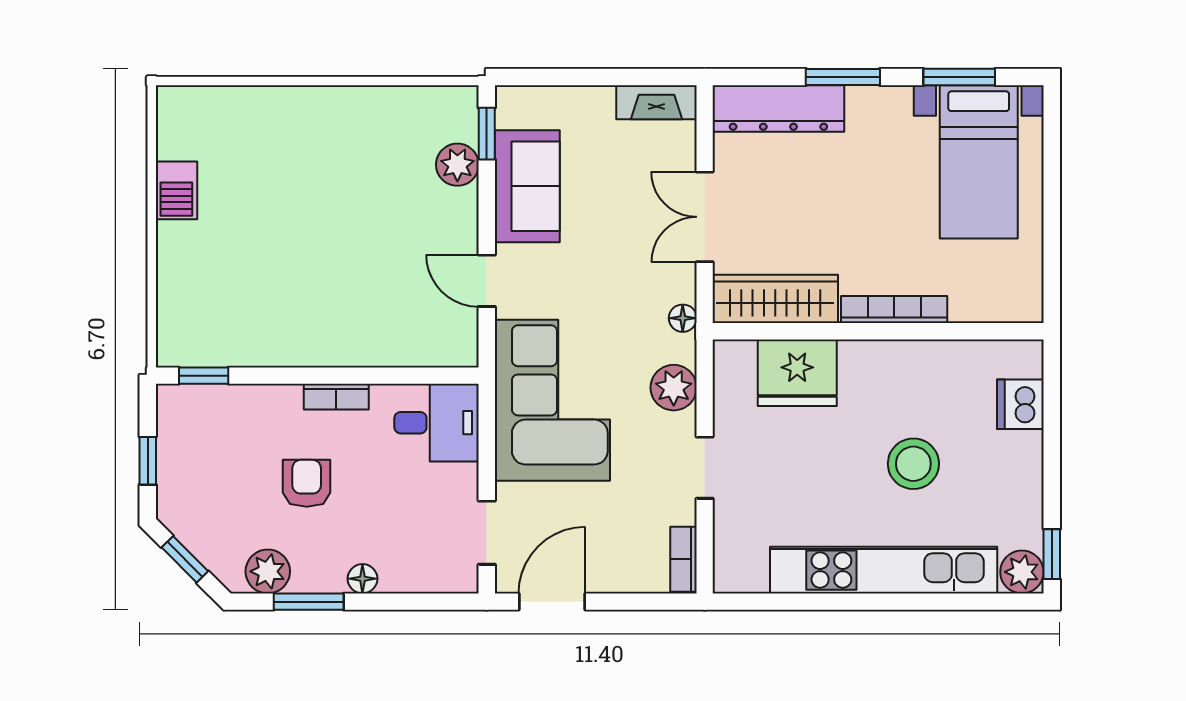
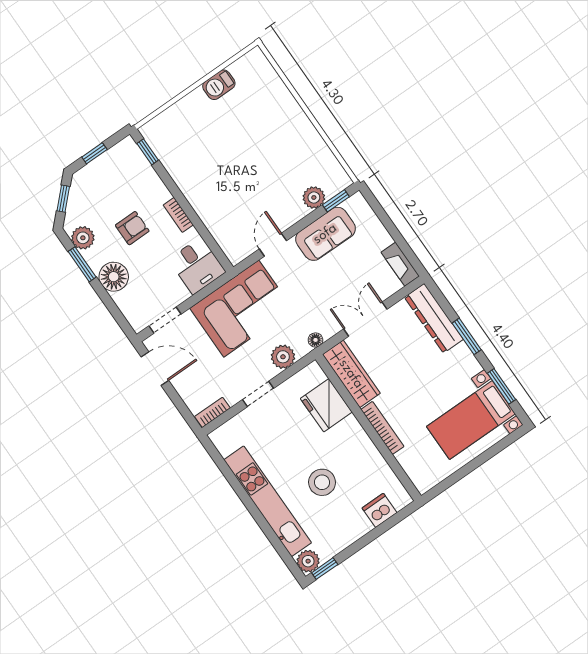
floor lamp: (362, 579) -> (114, 277), width x1.89, depth x1.89

